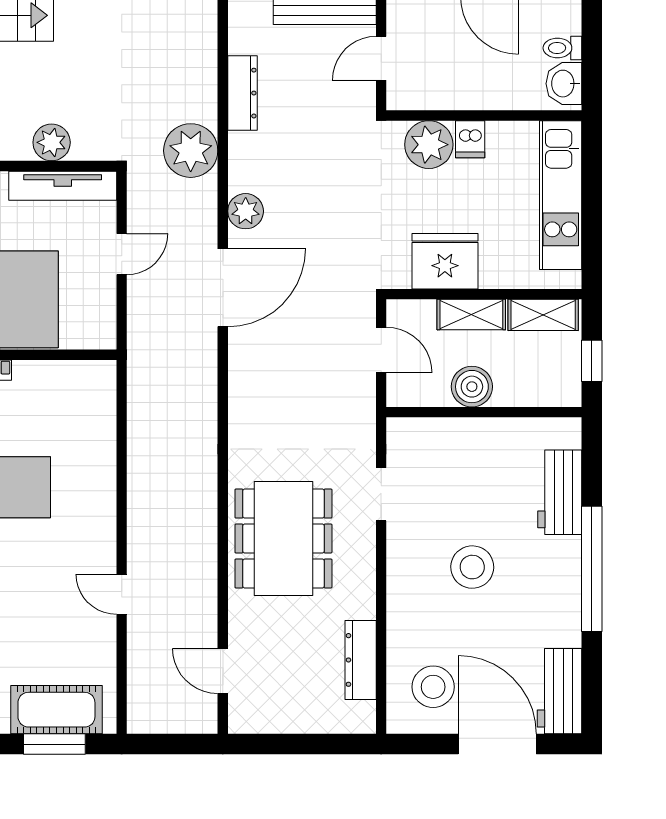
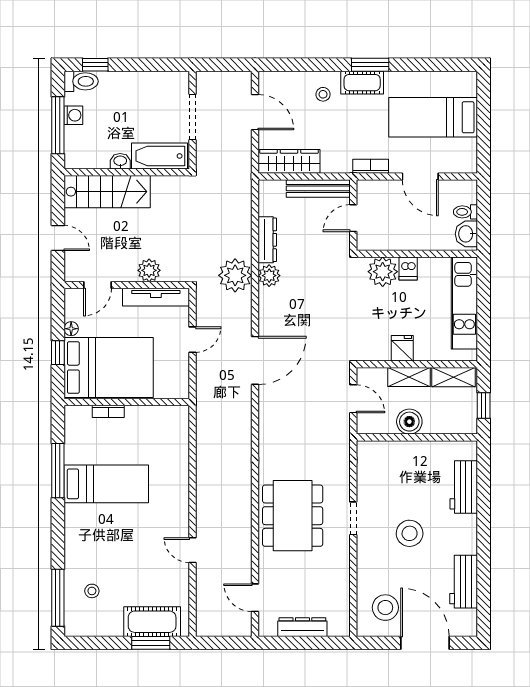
plant: (246, 211) -> (269, 276), moved
fridge: (445, 261) -> (402, 348), width x0.53, depth x0.75
doorway: (381, 494) -> (353, 518), moved
window: (592, 569) -> (484, 534), removed
dresser: (361, 660) -> (302, 627), moved, turned 90
workbench: (560, 691) -> (464, 582), moved

